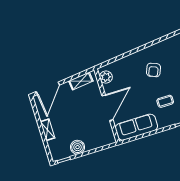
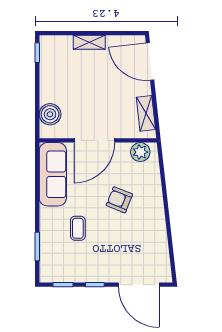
armchair: (153, 70) -> (119, 200), moved
door: (107, 108) -> (94, 140), hinge flipped
boiler: (78, 147) -> (50, 114), moved

